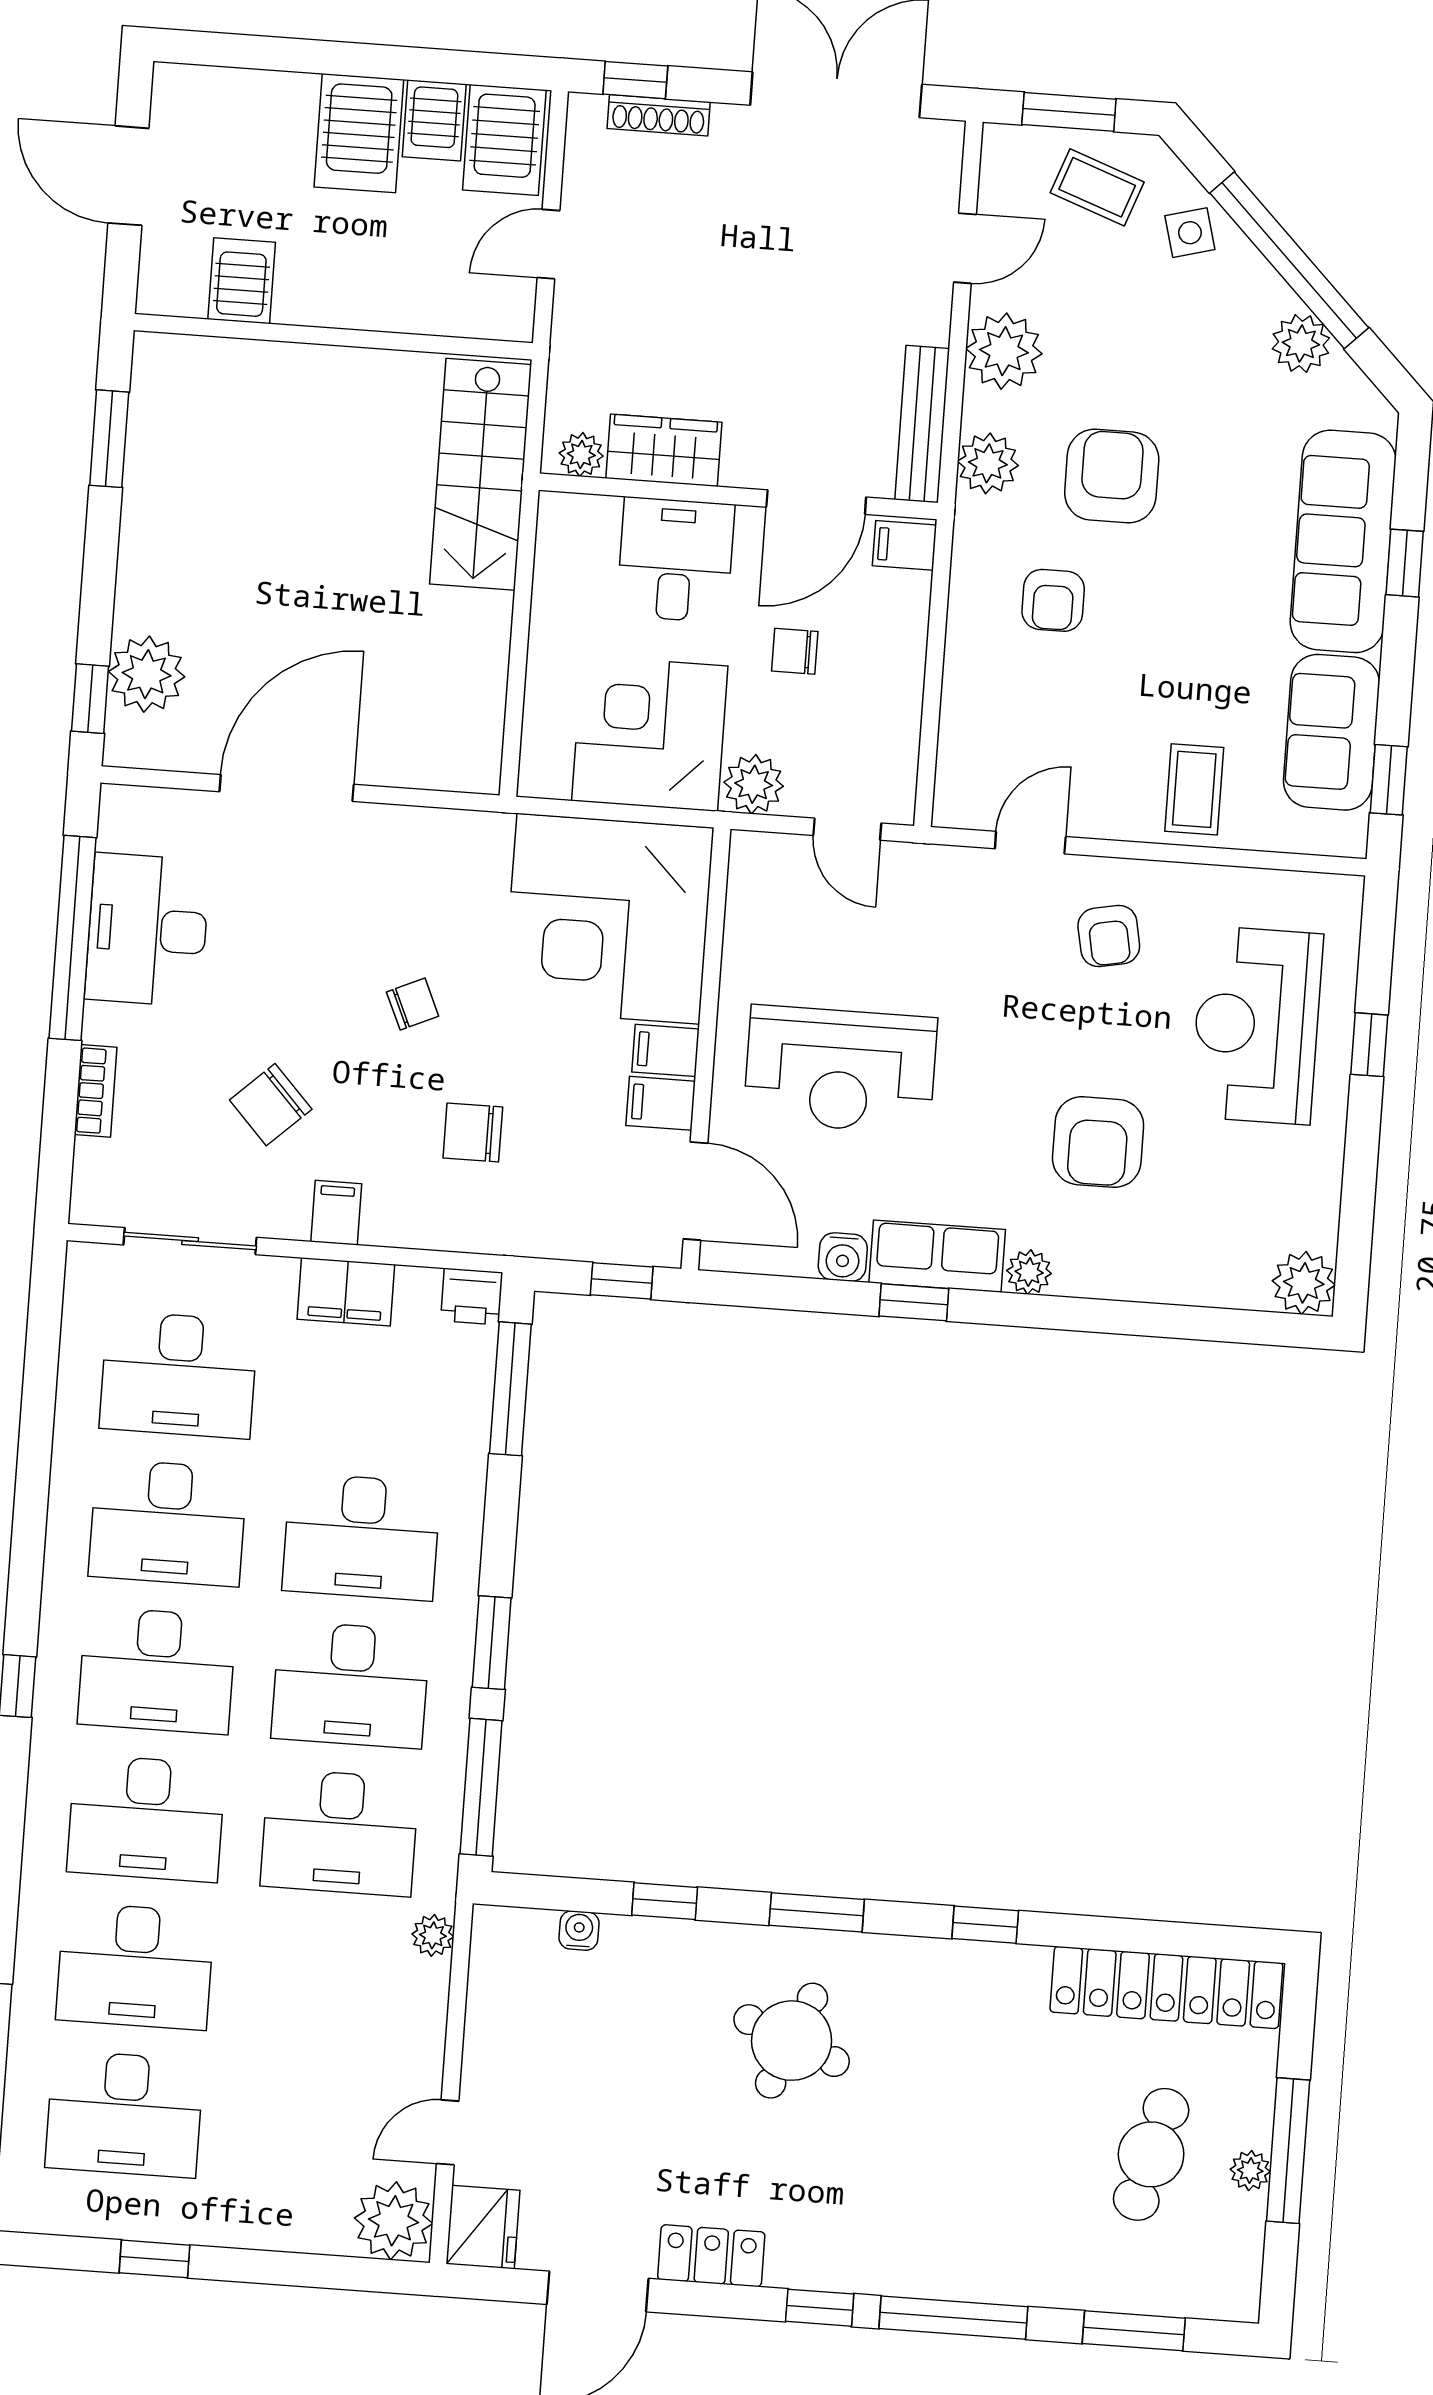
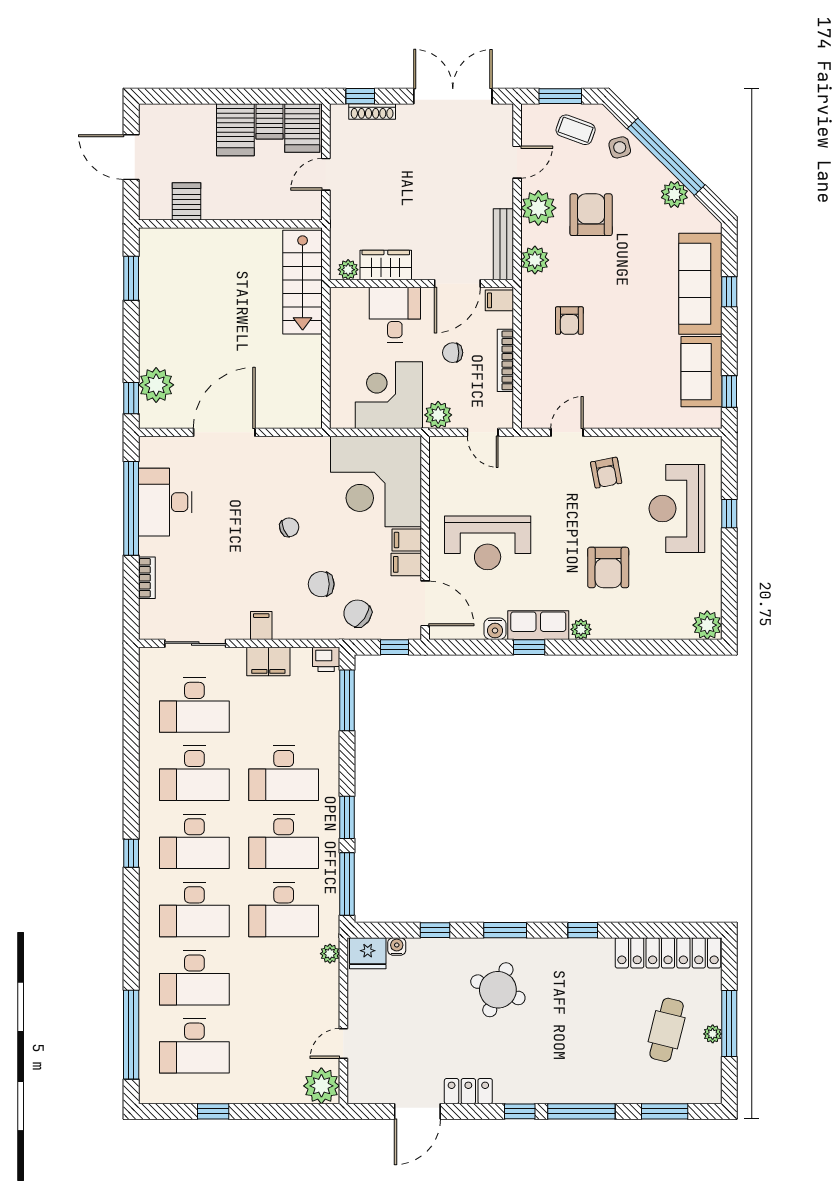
armchair: (1112, 476) -> (591, 215), moved
bookcase: (908, 676) -> (505, 360), added
coffee table: (1194, 789) -> (640, 403), removed
chair: (271, 1105) -> (358, 613), moved, turned 78
fridge: (483, 2227) -> (368, 953), moved, turned 90

